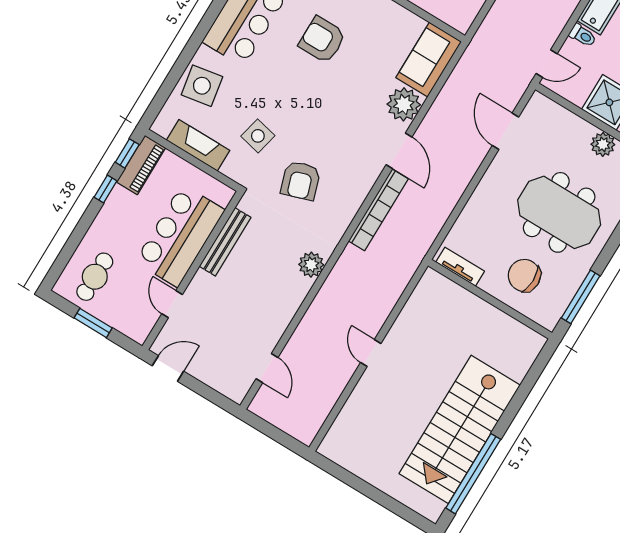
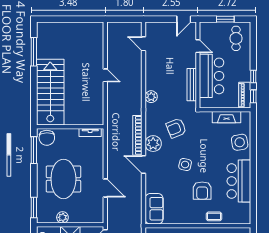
armchair: (322, 40) -> (202, 191), turned 90
plant: (404, 104) -> (153, 144), moved
door: (506, 131) -> (105, 188), moved
side table: (258, 136) -> (185, 164), moved
armchair: (301, 181) -> (176, 128), turned -94
meeting table: (559, 212) -> (63, 179), turned 90
chair: (524, 275) -> (47, 138), moved, turned 89
stairs: (460, 429) -> (50, 92), moved
window: (473, 474) -> (34, 52), width x0.68

